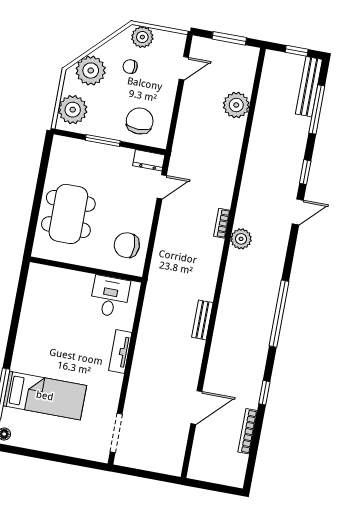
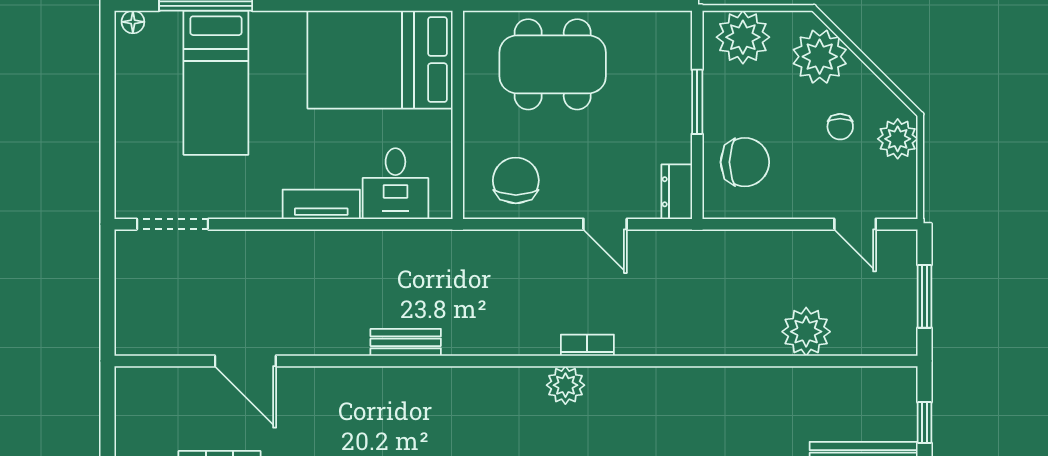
chair: (130, 67) -> (840, 127), turned 180
door: (162, 187) -> (605, 224), moved
desk: (110, 296) -> (395, 184), moved, turned 90
bed: (49, 306) -> (380, 60), added

